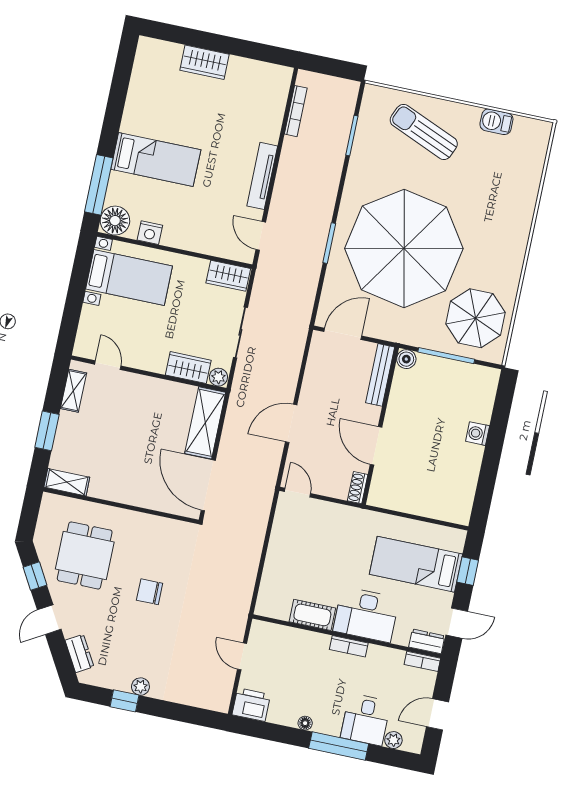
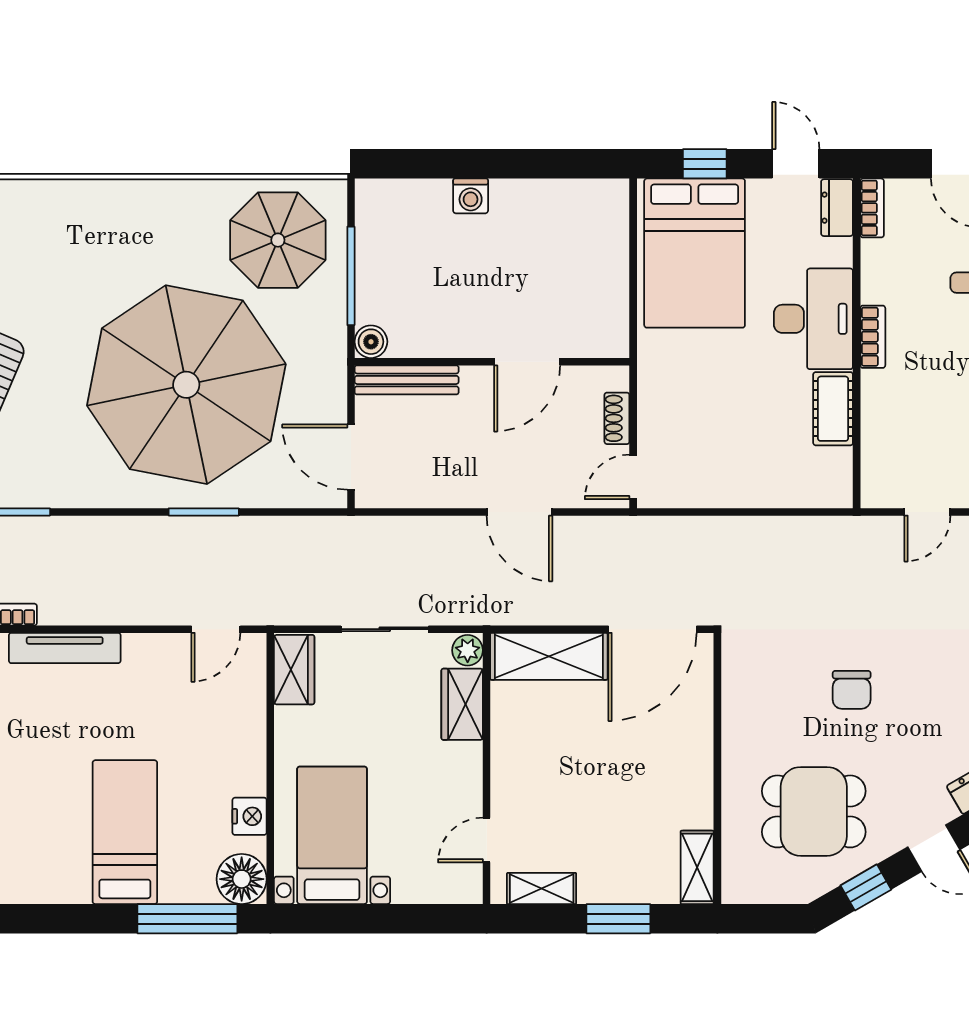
tv unit: (262, 176) -> (65, 648), moved
shoe rack: (358, 488) -> (617, 418), moved, turned 90
bed: (416, 564) -> (695, 253), width x1.50

